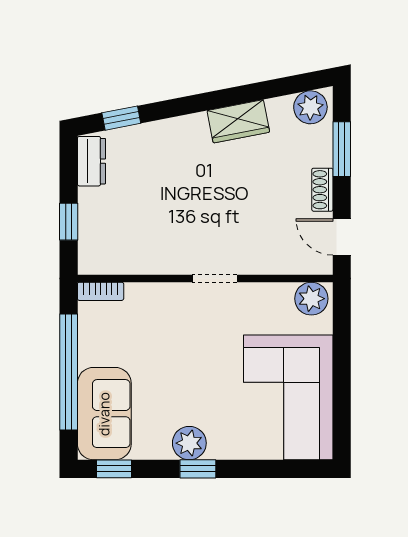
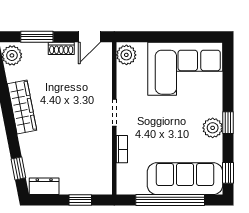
wardrobe: (238, 121) -> (22, 107), width x1.50
bookcase: (101, 291) -> (122, 149), moved
sofa: (104, 414) -> (185, 179), width x1.36

